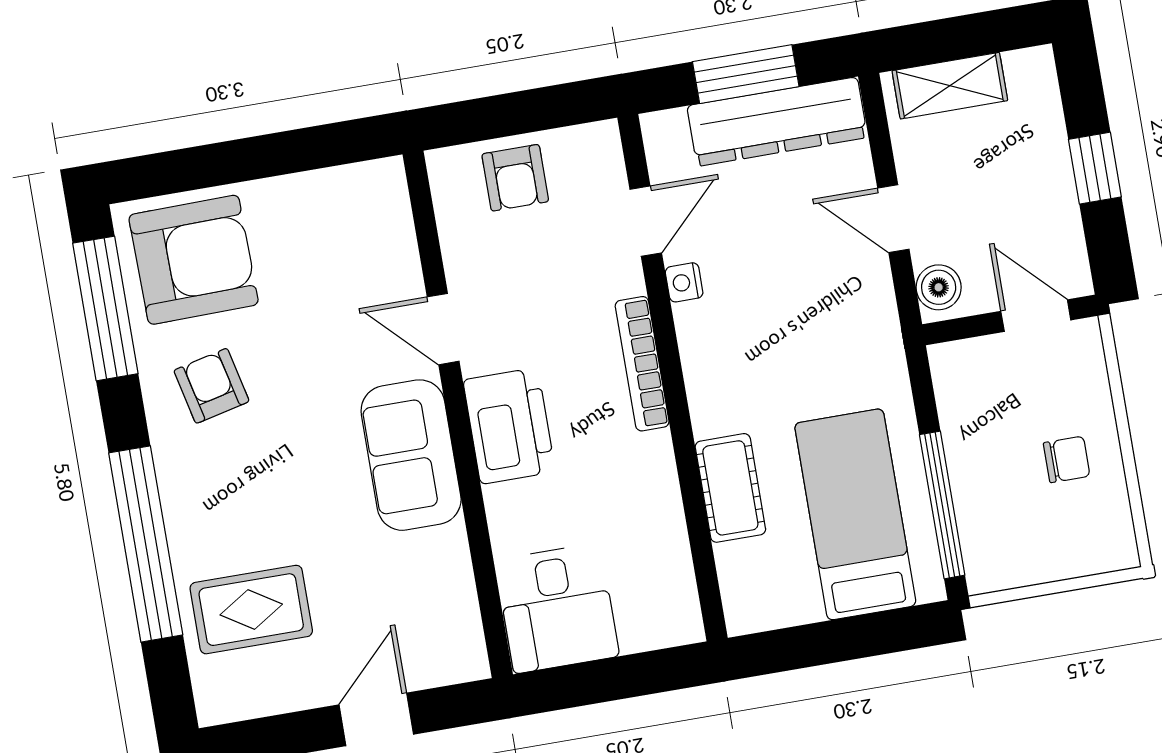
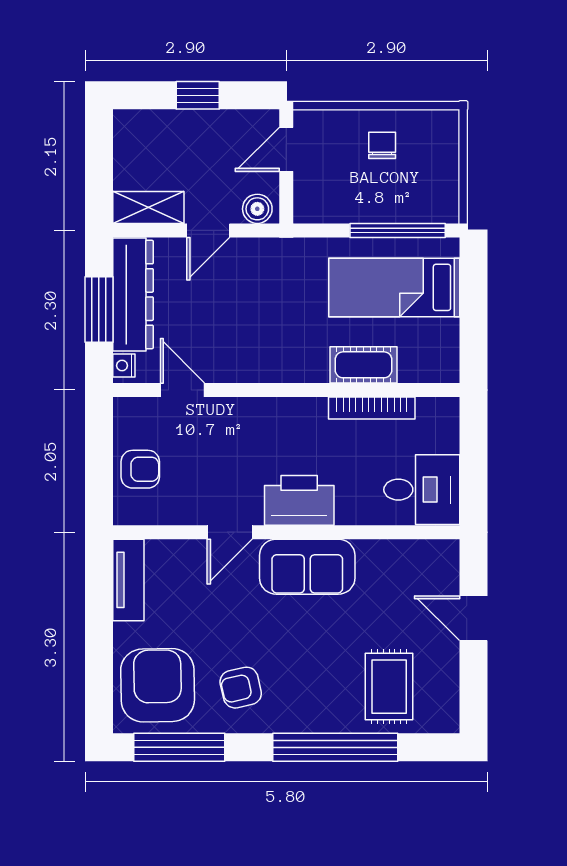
shelving: (950, 86) -> (148, 207), moved, turned 90
tv unit: (345, 188) -> (128, 580), added
nightstand: (684, 282) -> (124, 366), moved, turned 90
bookcase: (642, 364) -> (372, 408), moved

